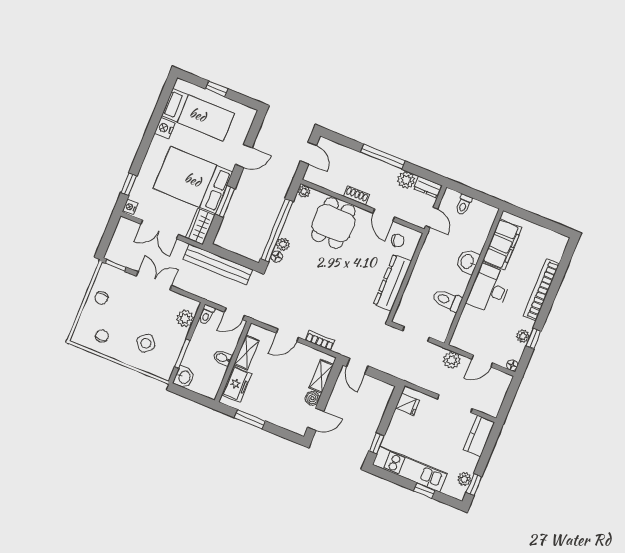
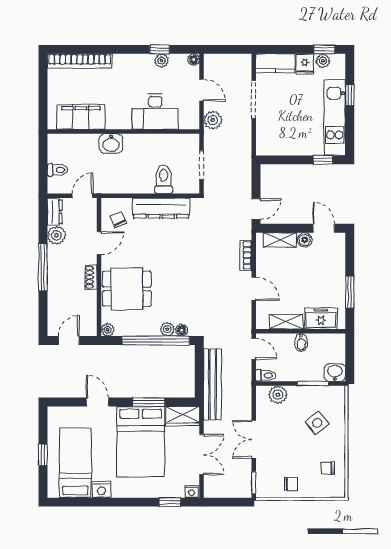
desk: (489, 289) -> (155, 111), moved
bookcase: (541, 290) -> (80, 61), moved
toilet: (447, 300) -> (164, 179), moved, turned 180
fridge: (408, 404) -> (305, 64), moved, turned 180

